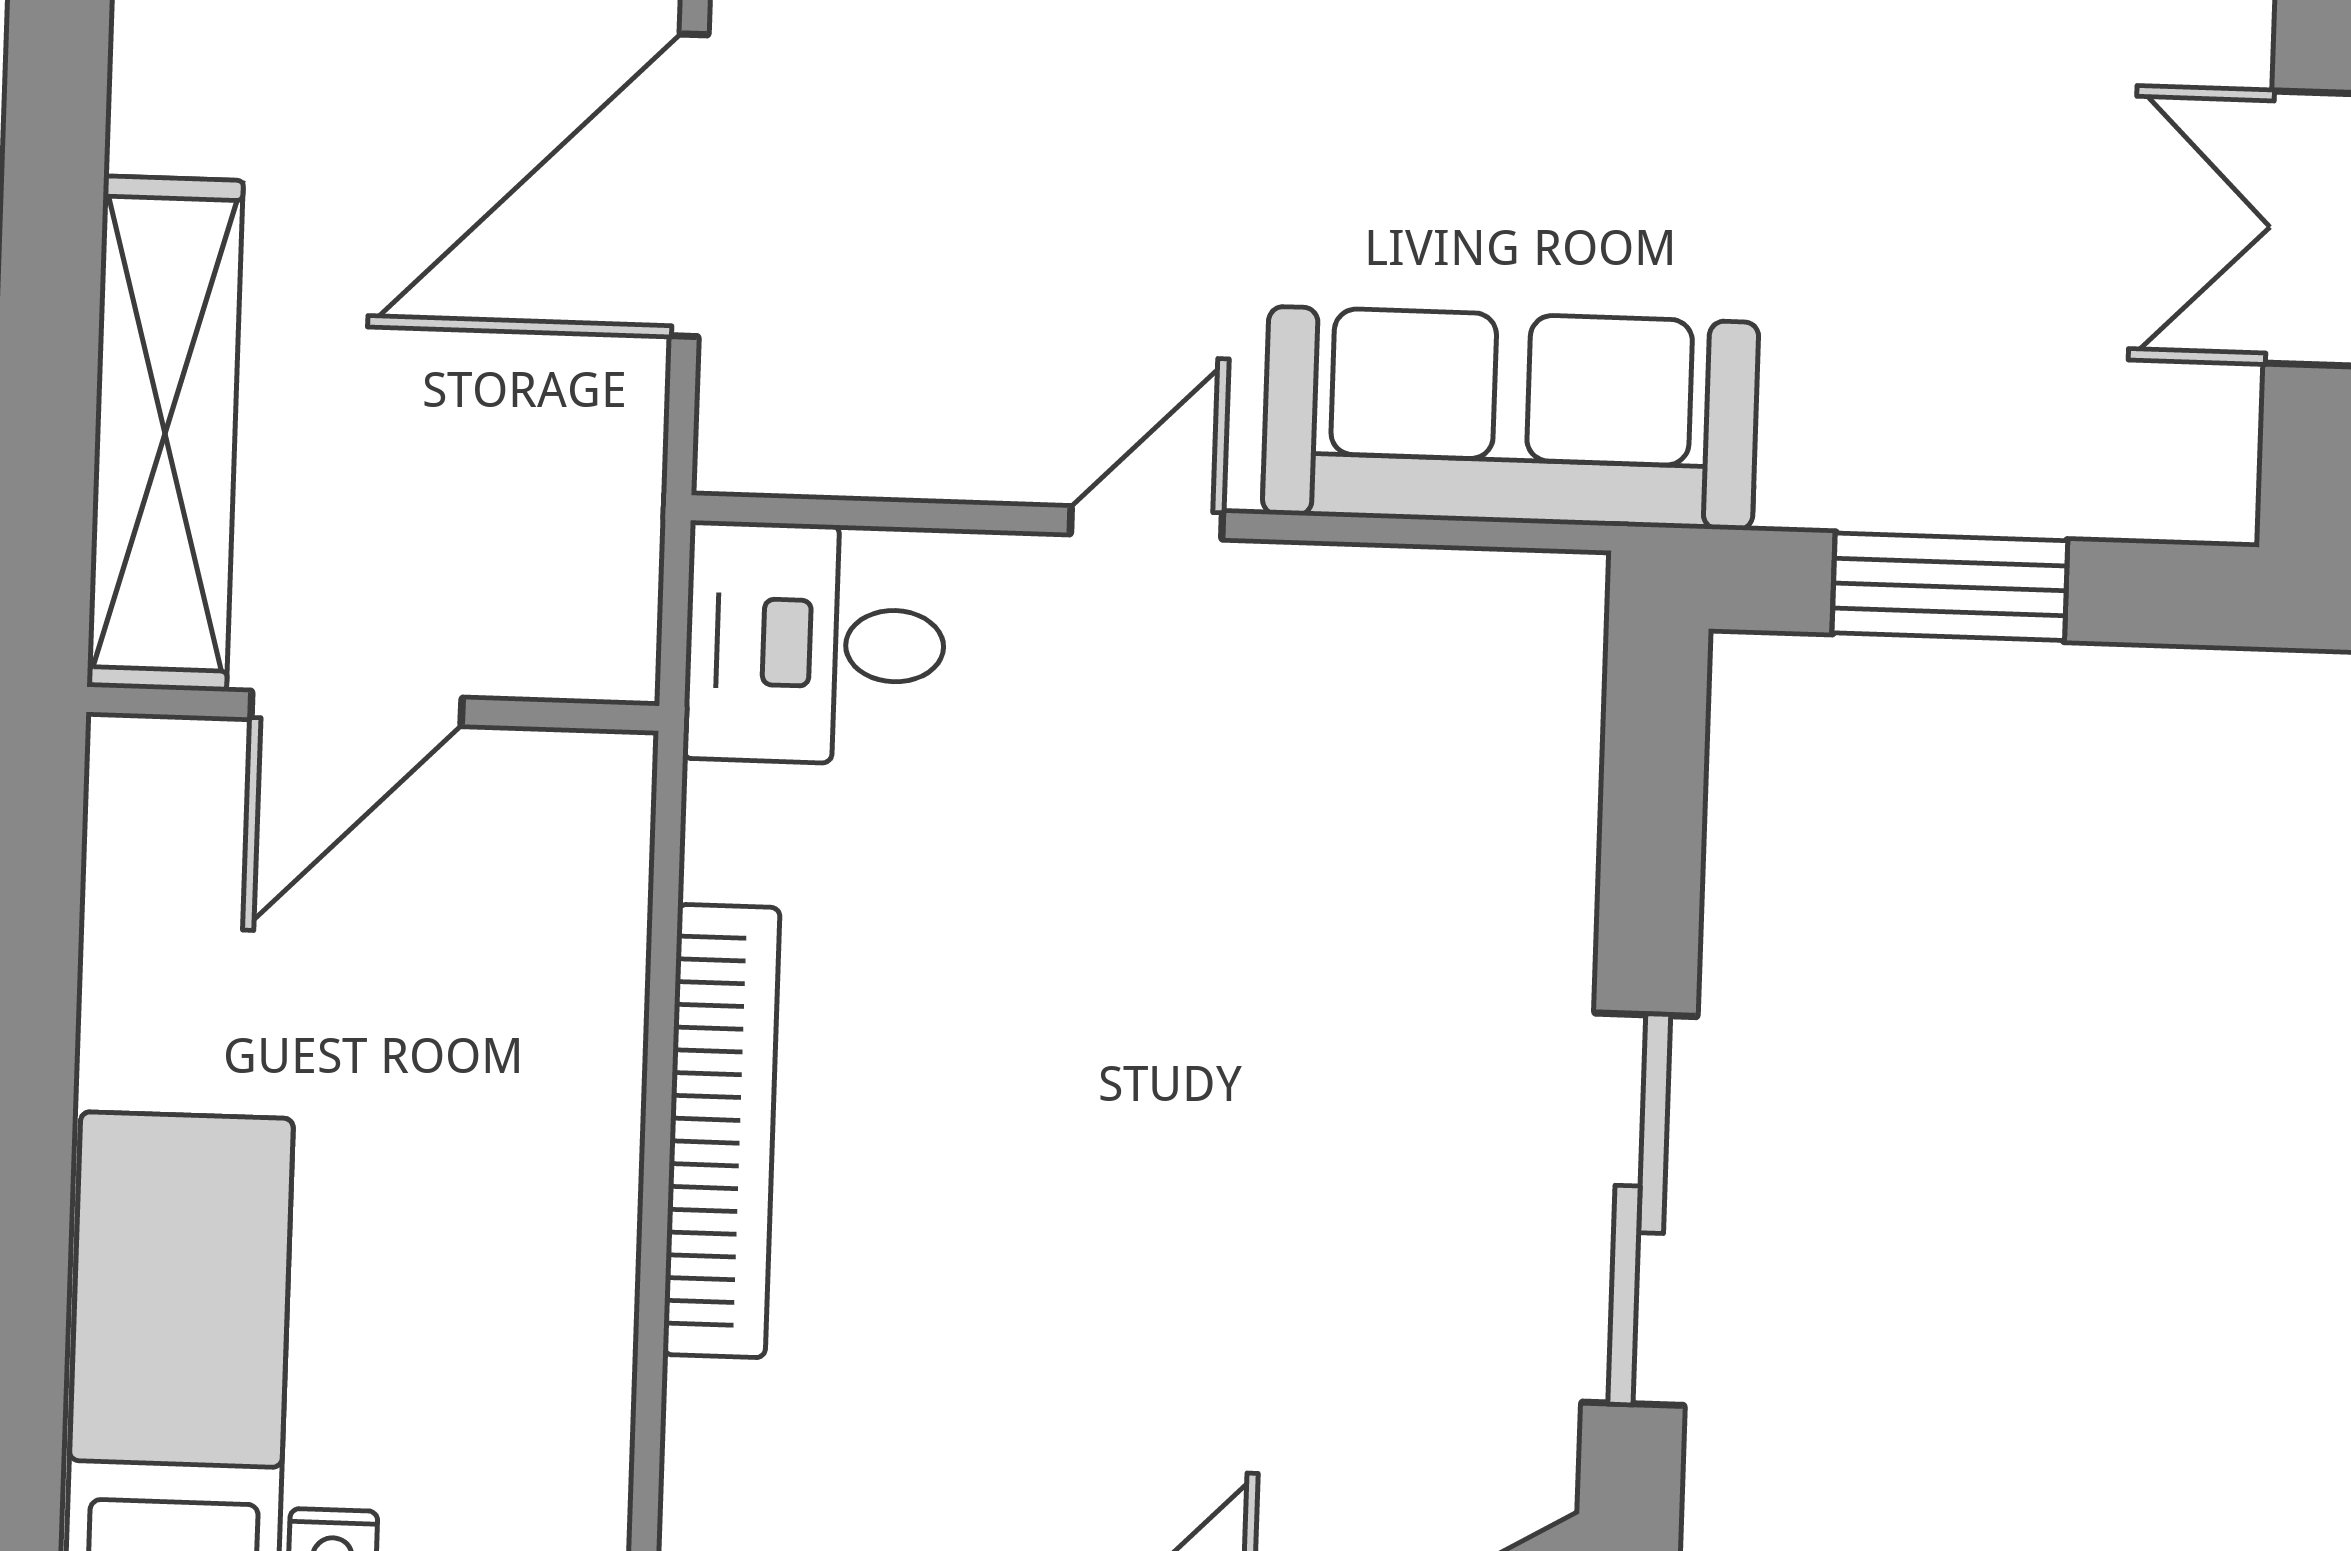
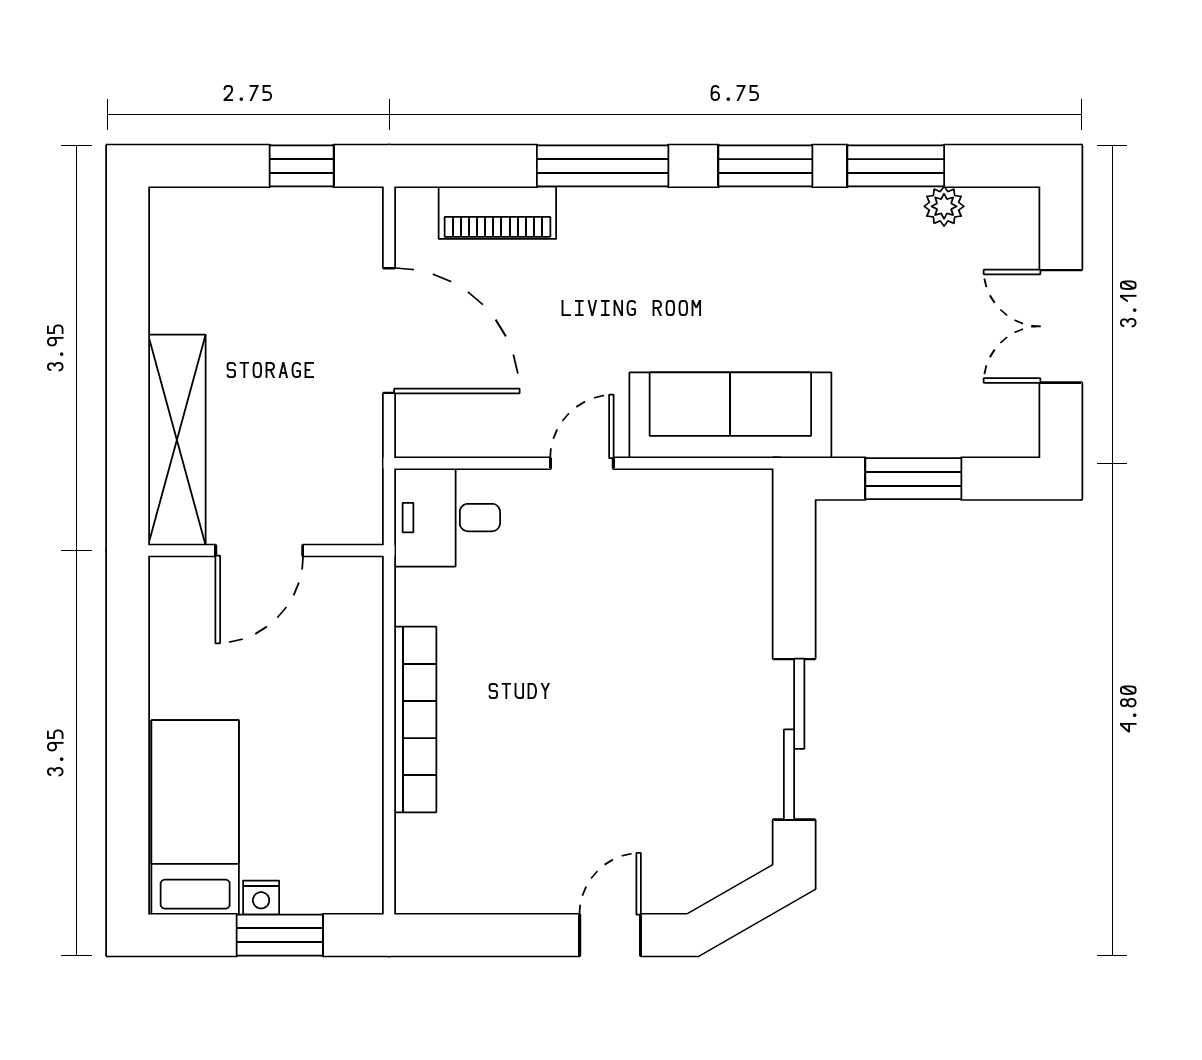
door: (689, 185) -> (389, 331), swing flipped

